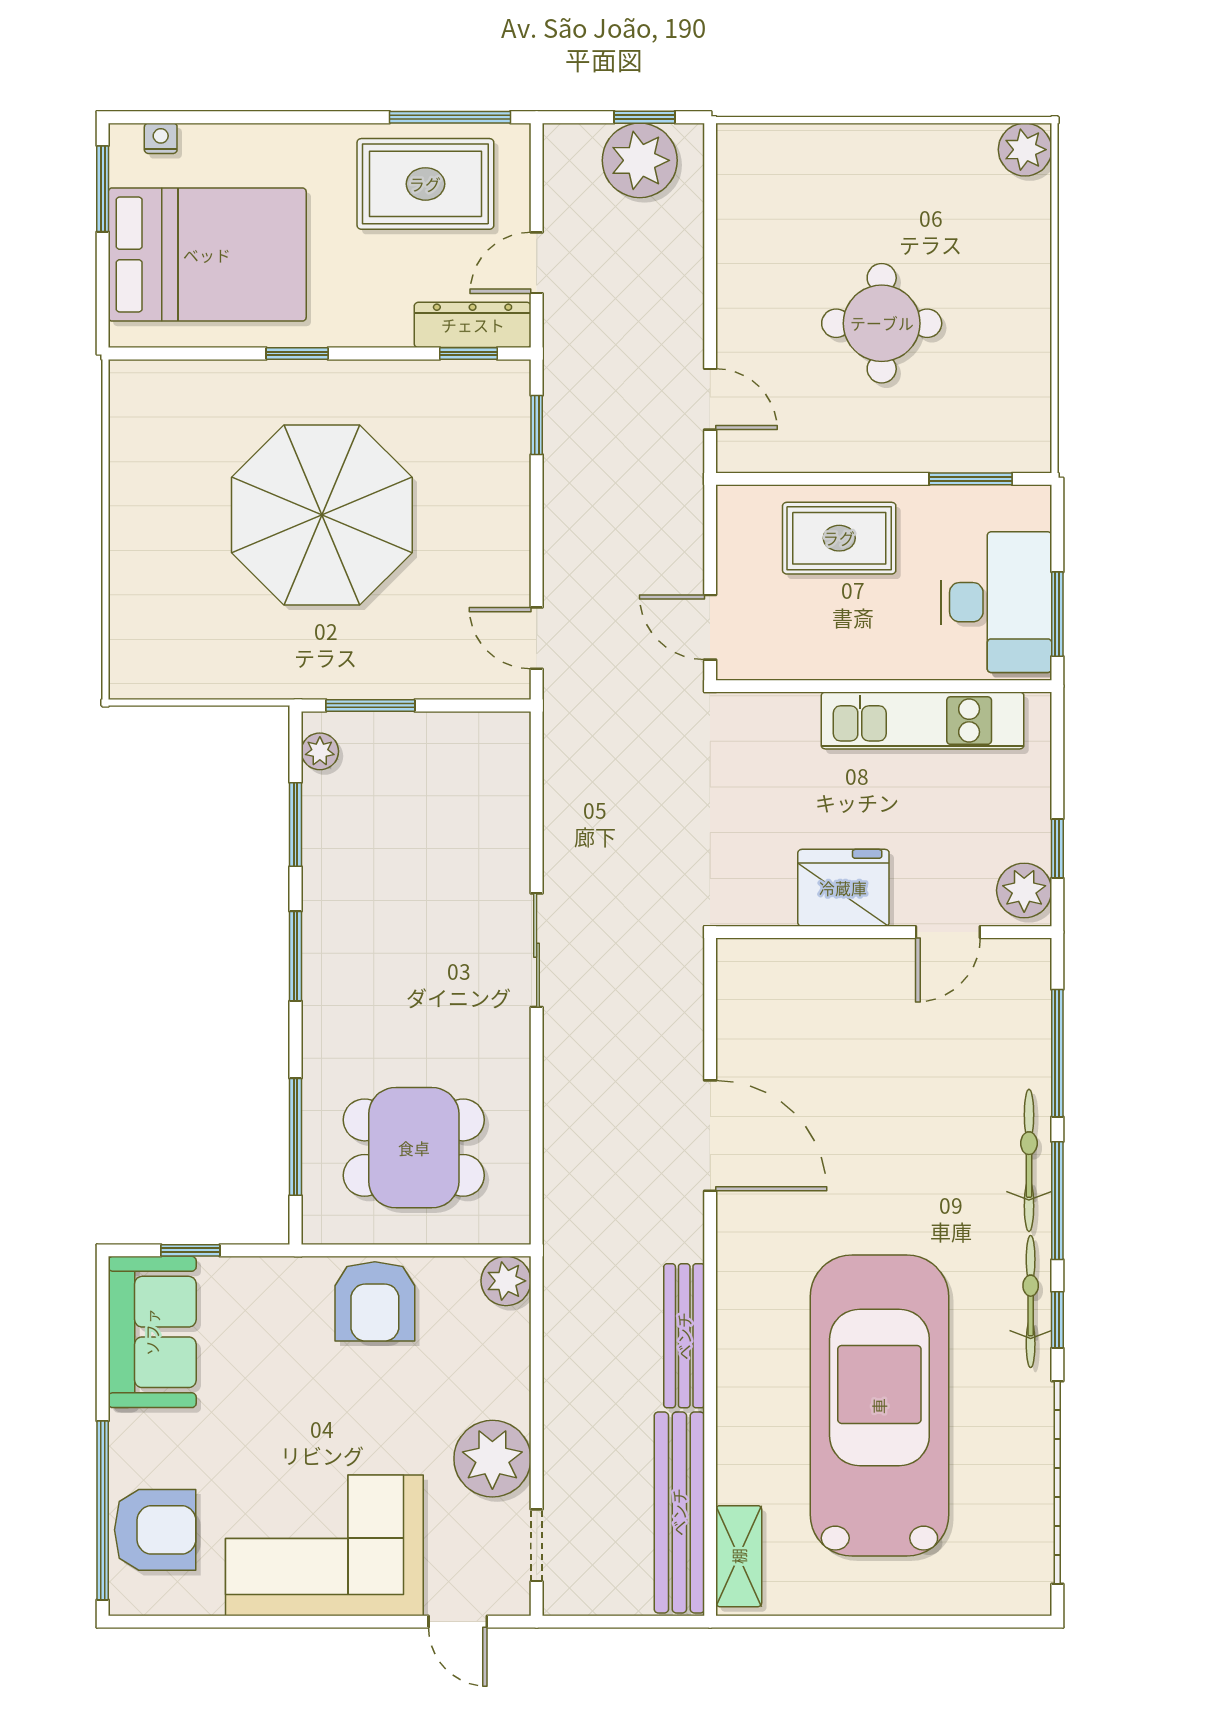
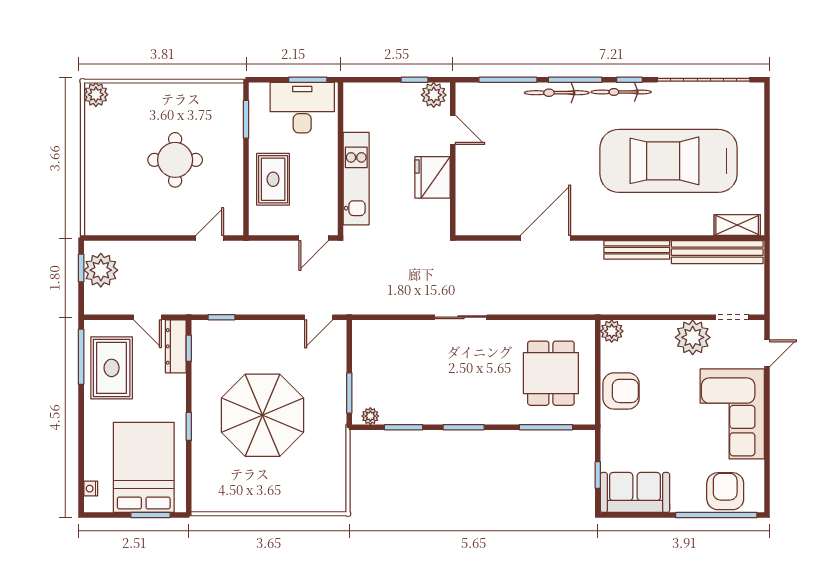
window: (103, 189) -> (151, 515), moved
kitchen unit: (923, 721) -> (356, 179), moved

